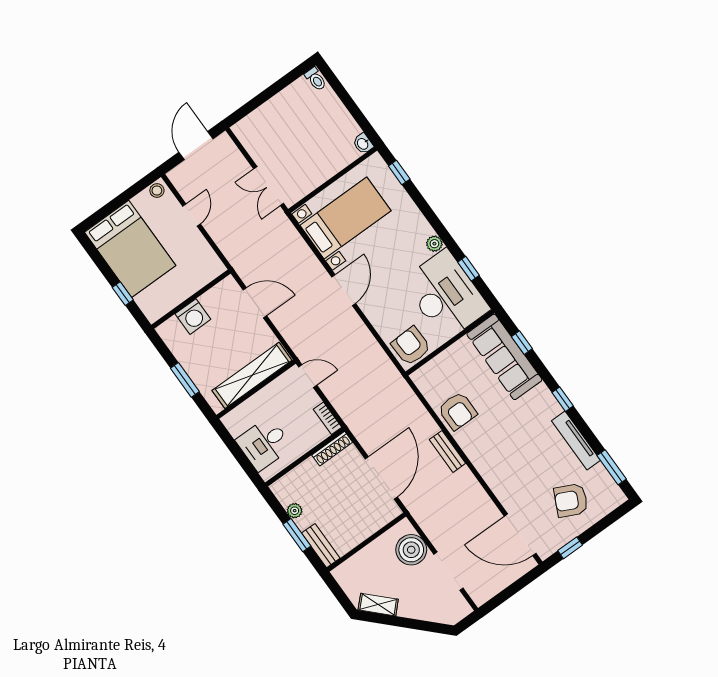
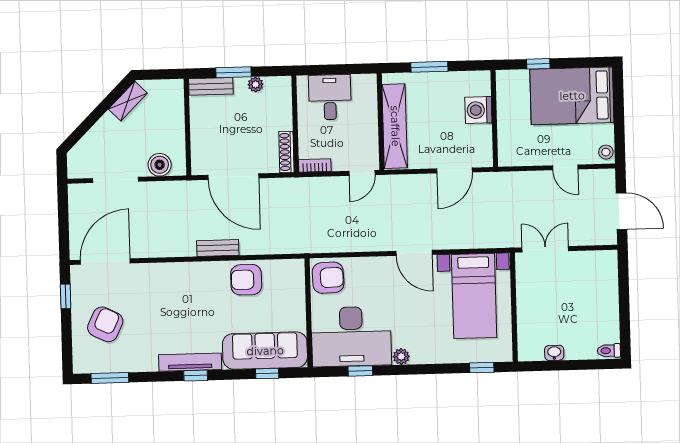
washbasin: (363, 144) -> (554, 353), moved
tv unit: (576, 441) -> (190, 362), moved
boiler: (411, 550) -> (160, 165), width x0.73, depth x0.73

